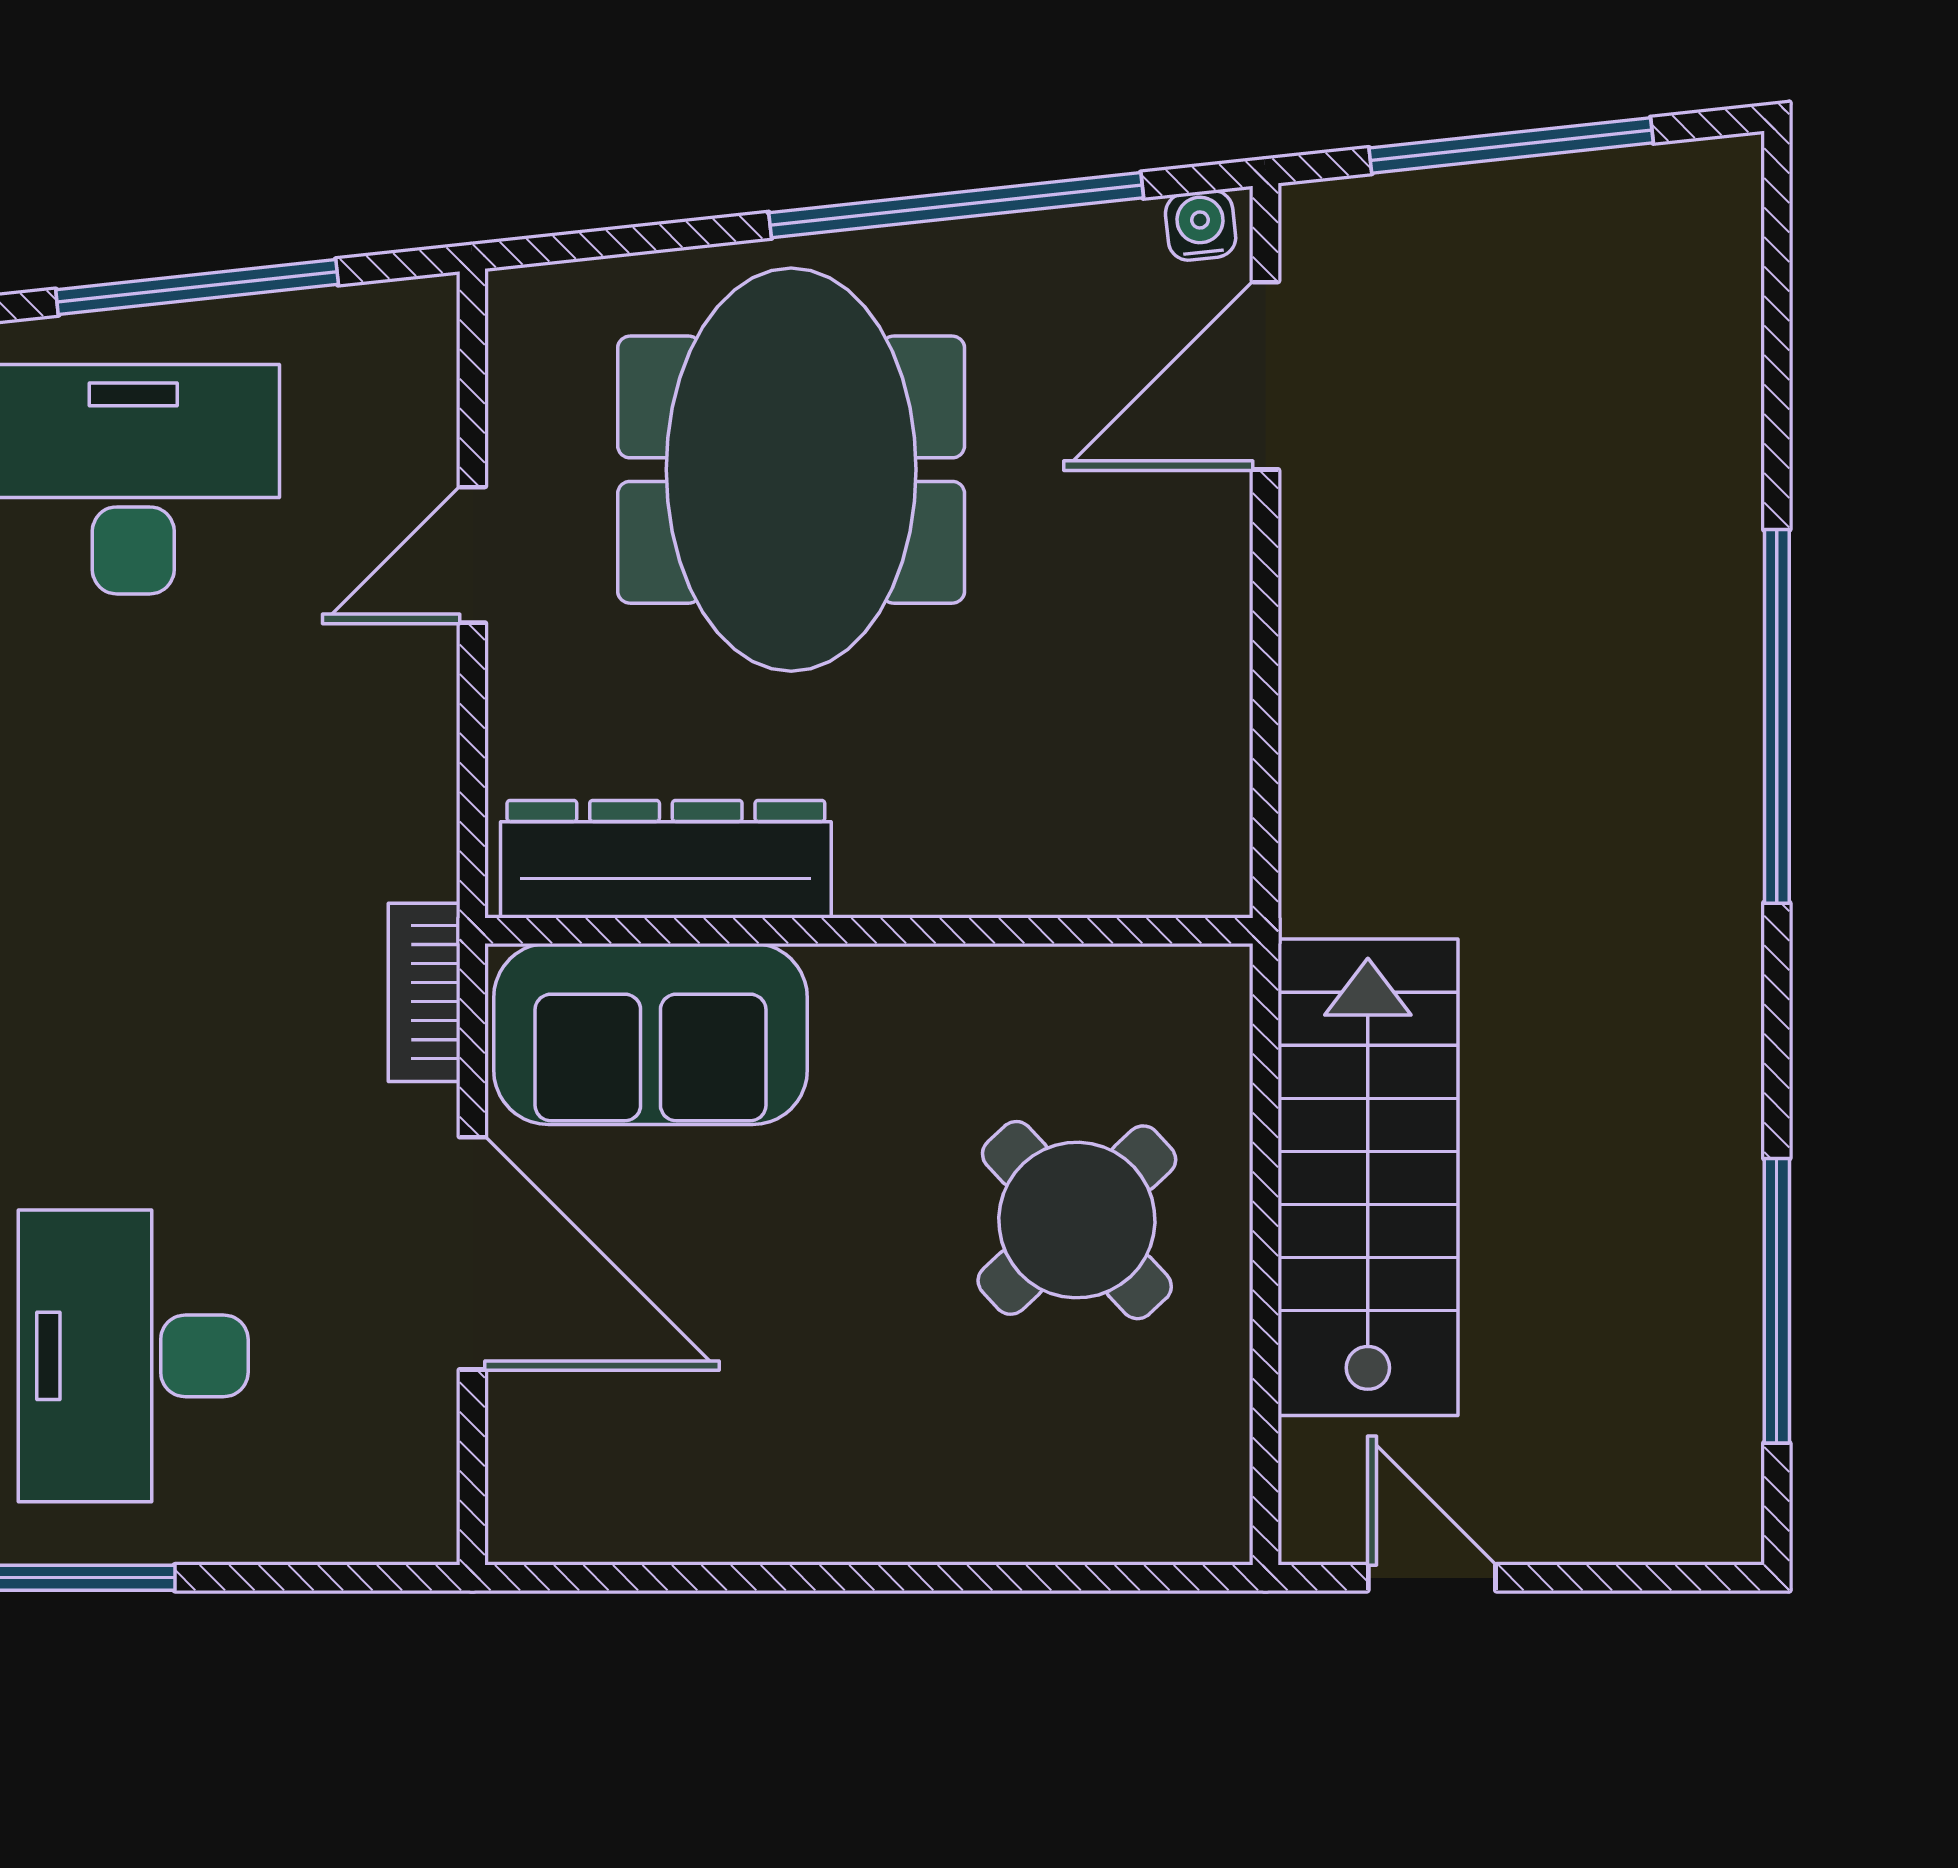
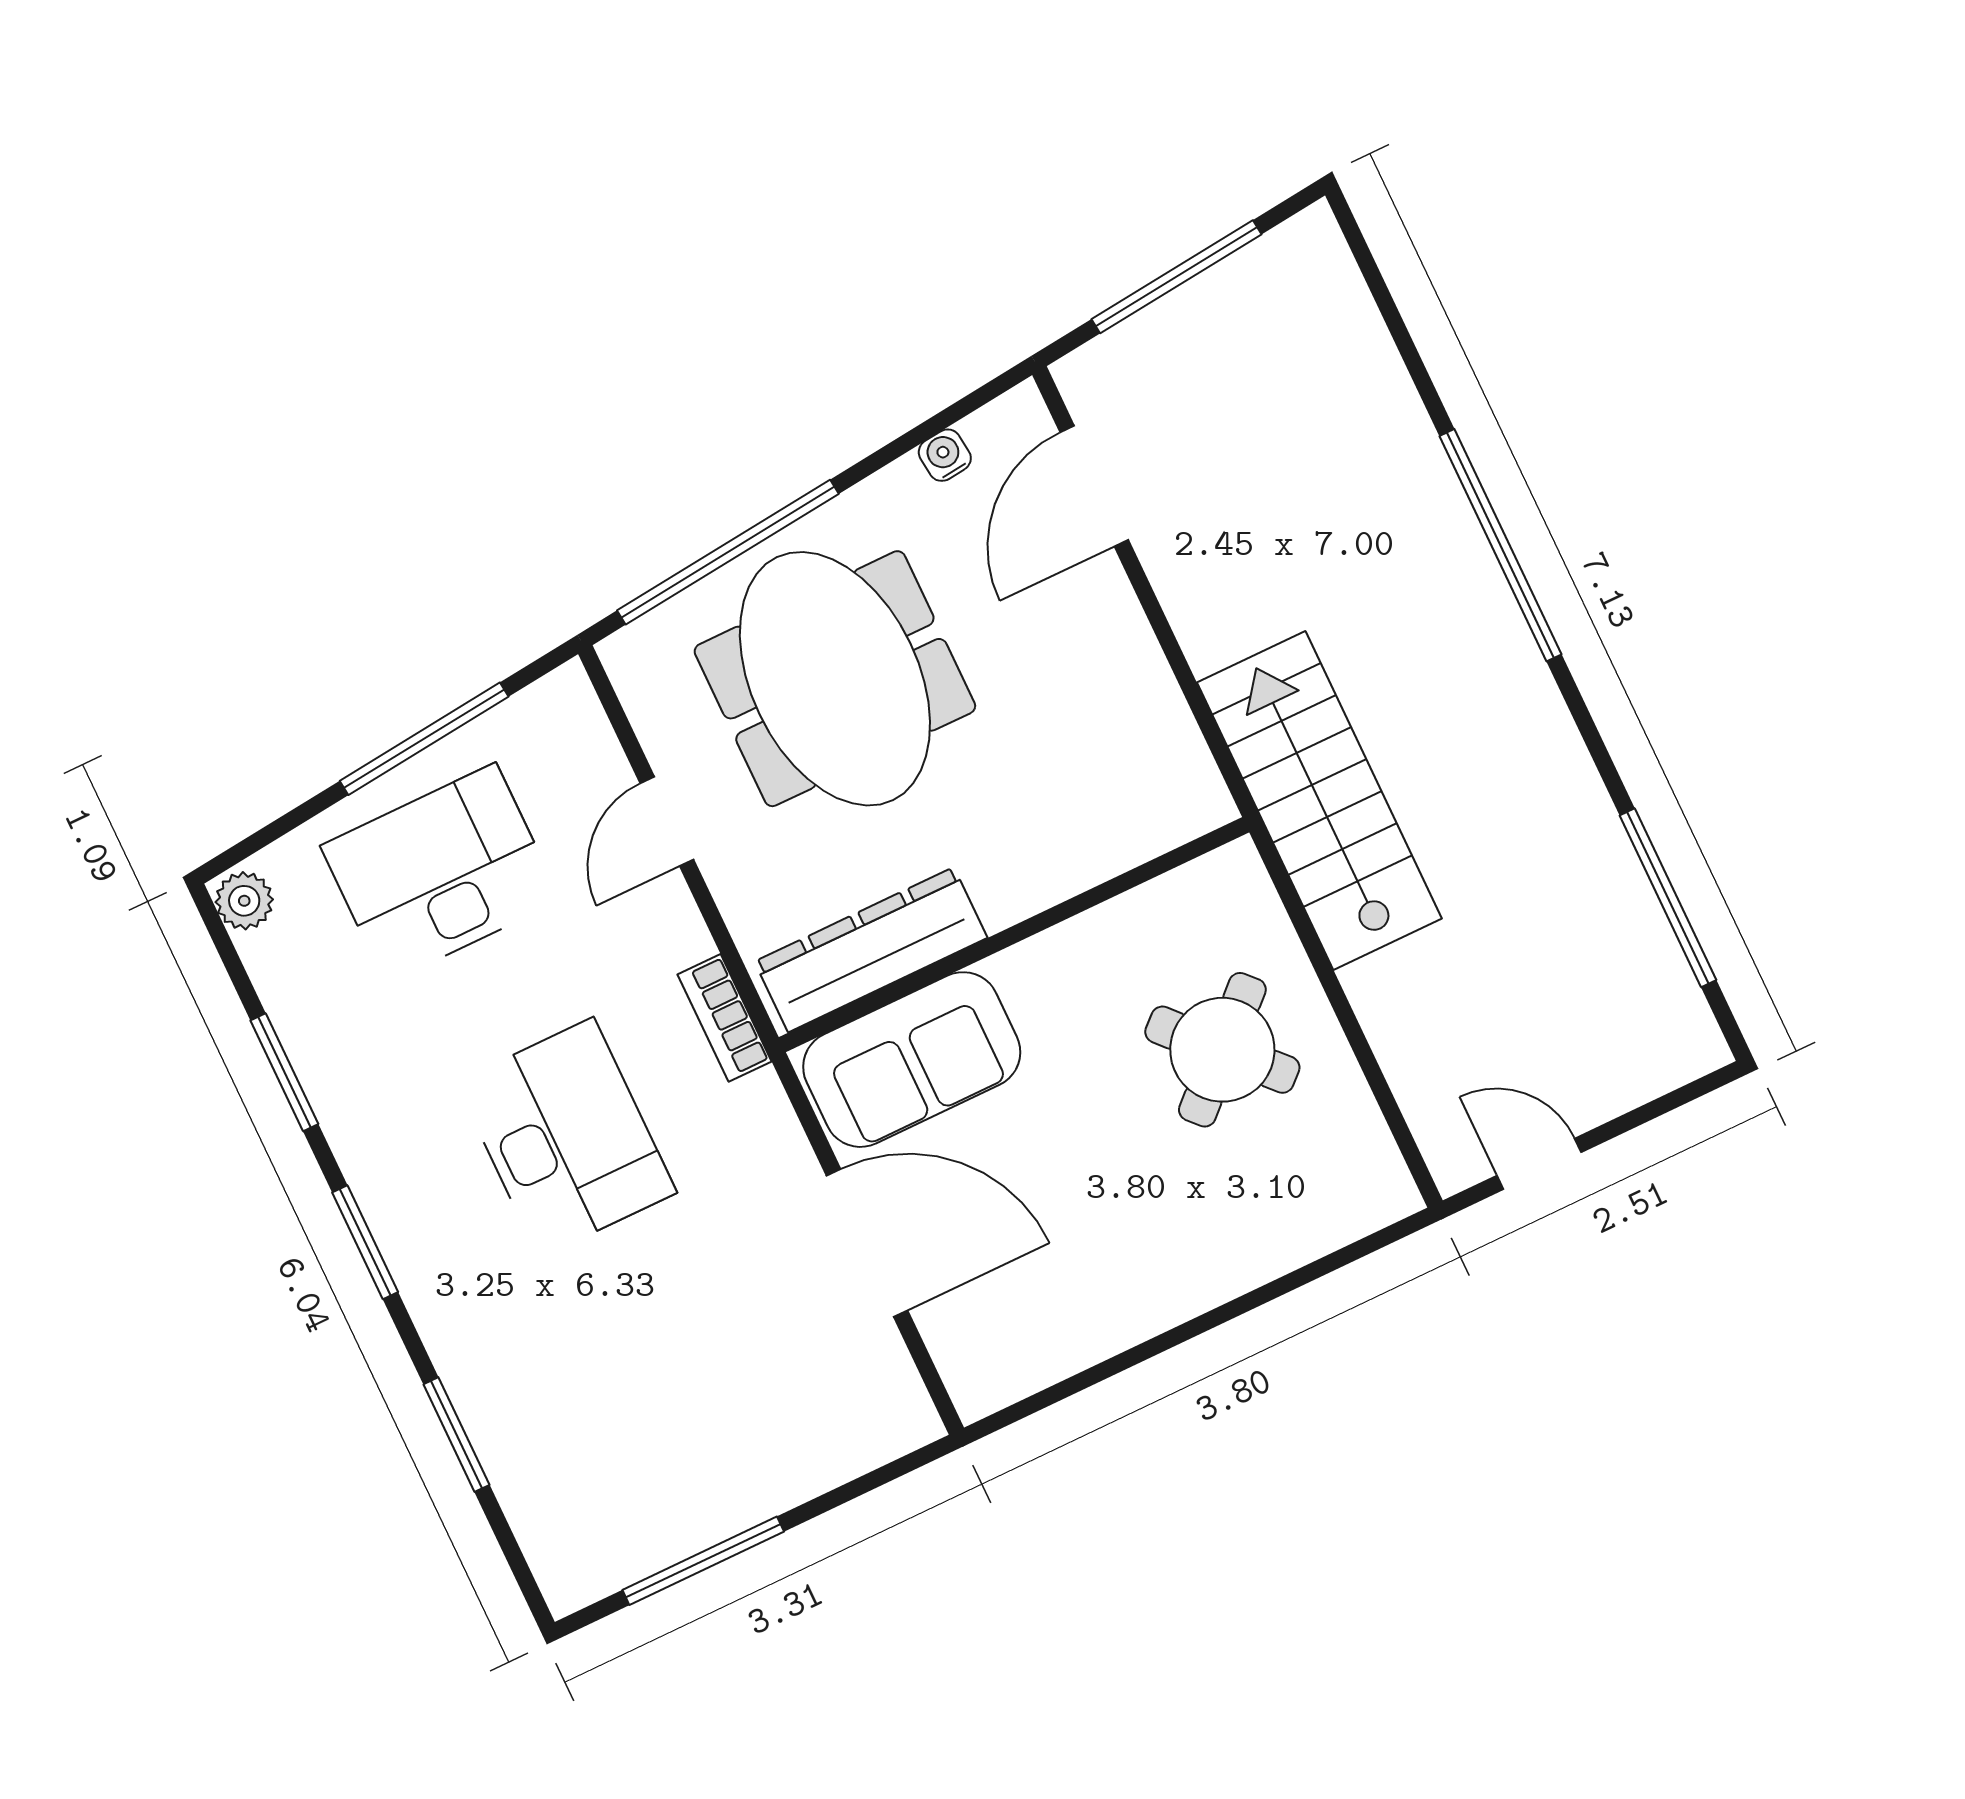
window: (956, 205) -> (728, 552), moved
water cooler: (1201, 225) -> (945, 455), moved
bookcase: (424, 992) -> (725, 1018), moved
stairs: (1368, 1177) -> (1319, 801), moved
desk: (133, 1356) -> (566, 1138), moved, turned 180

